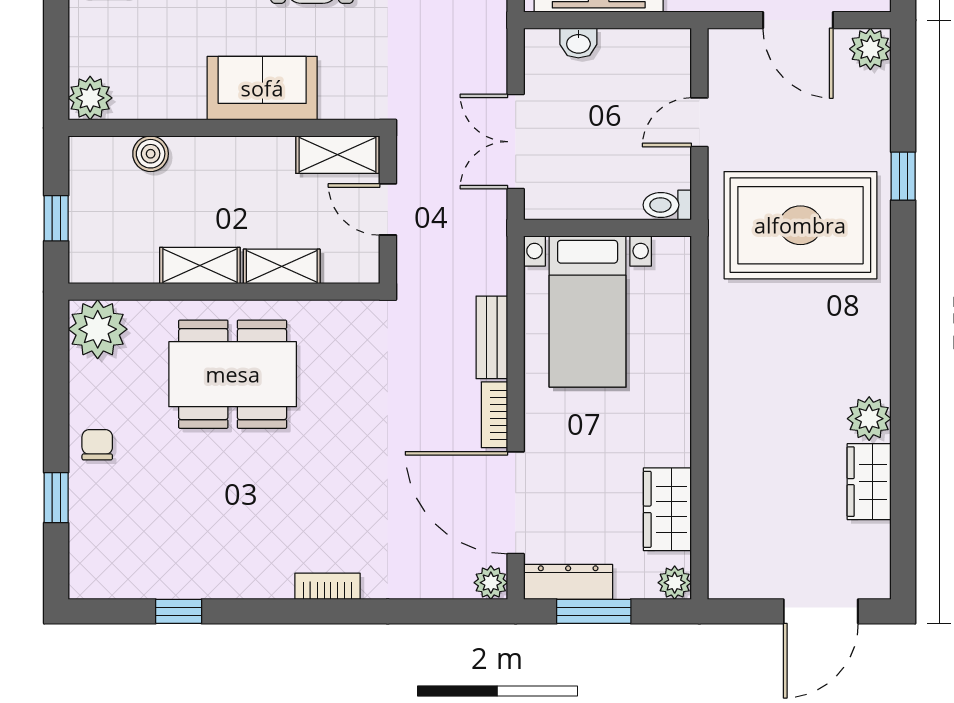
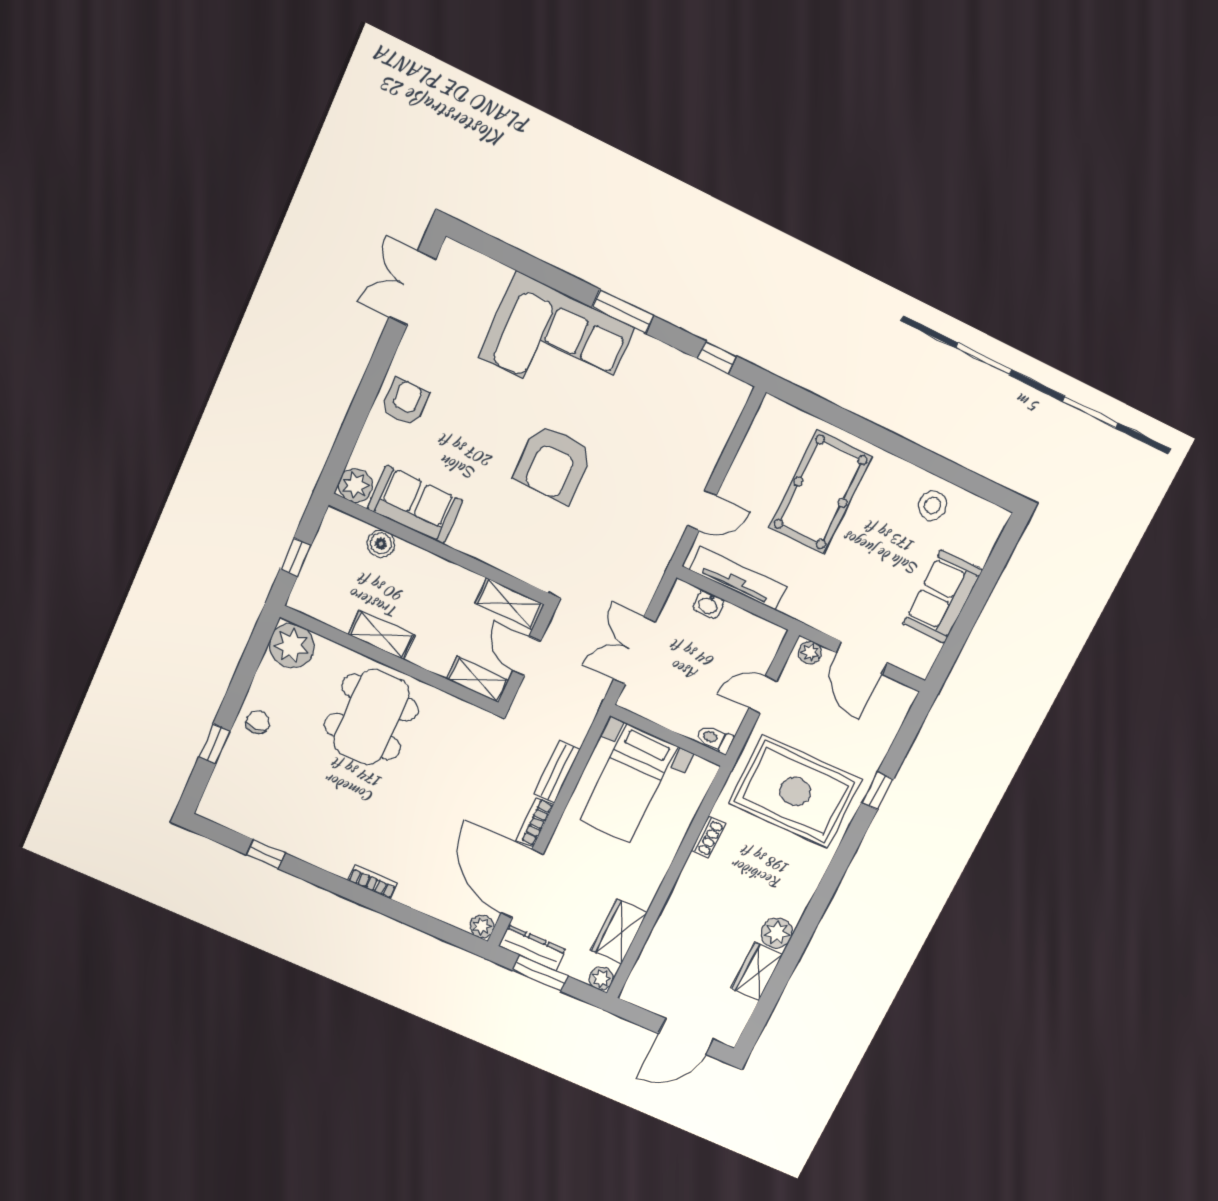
plant: (870, 49) -> (810, 652), moved, width x0.73, depth x0.73
sofa: (262, 88) -> (415, 505), moved
shelving: (282, 266) -> (478, 680), moved
shoe rack: (720, 334) -> (708, 837), added
dining table: (233, 374) -> (371, 717), turned 90

